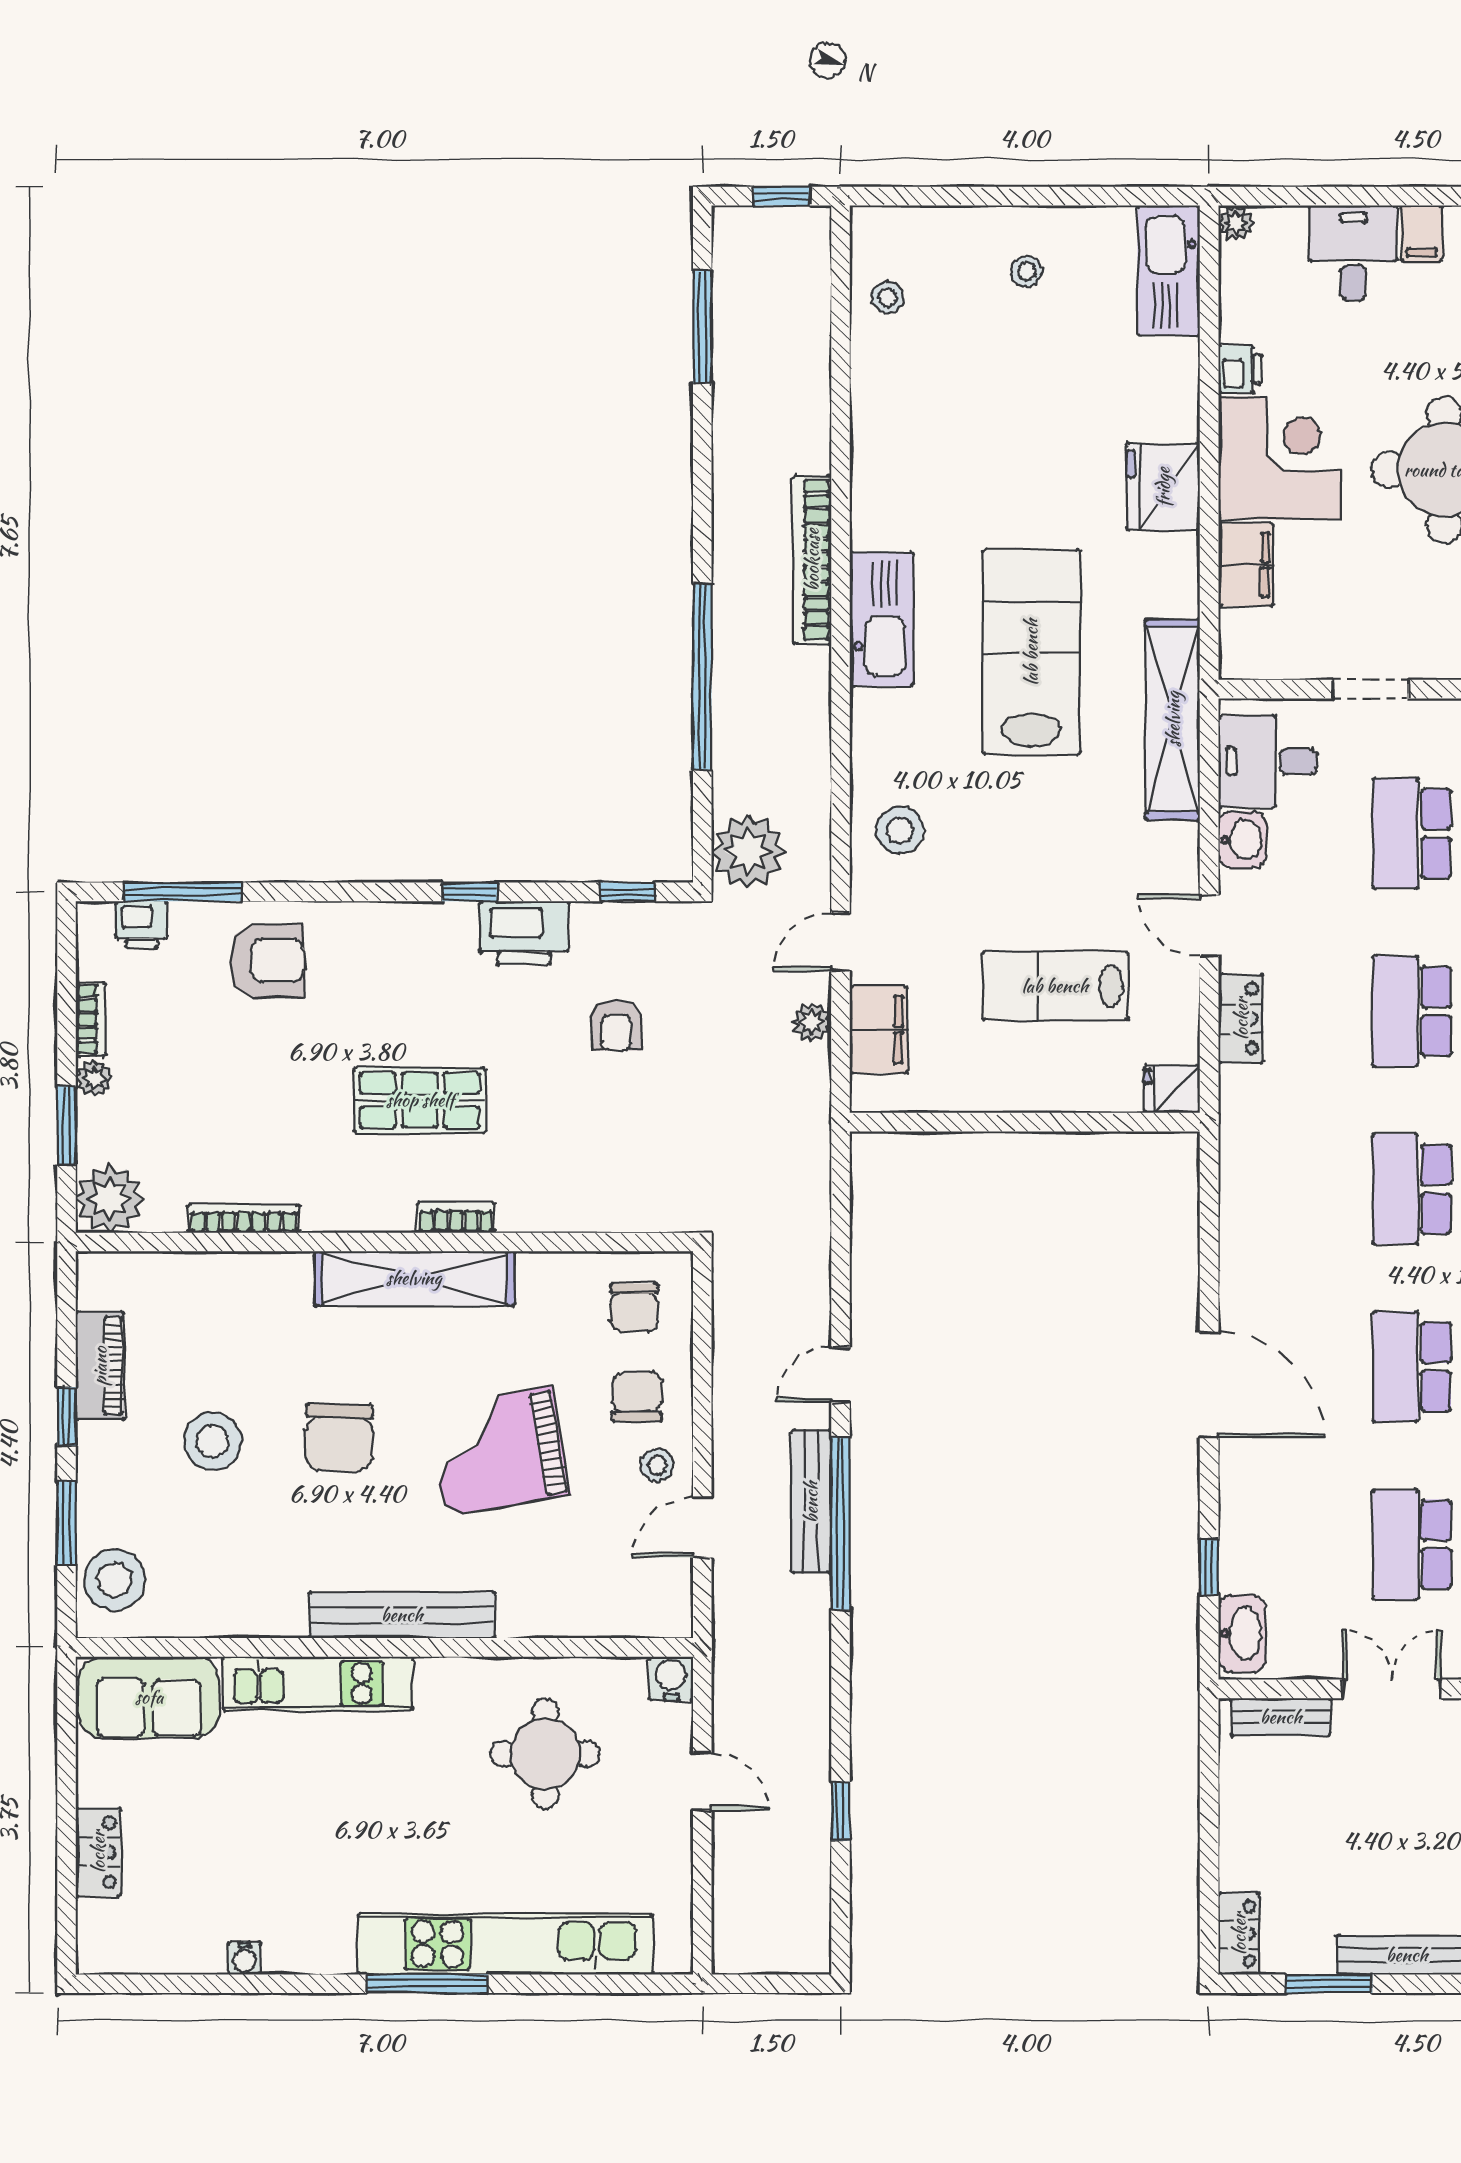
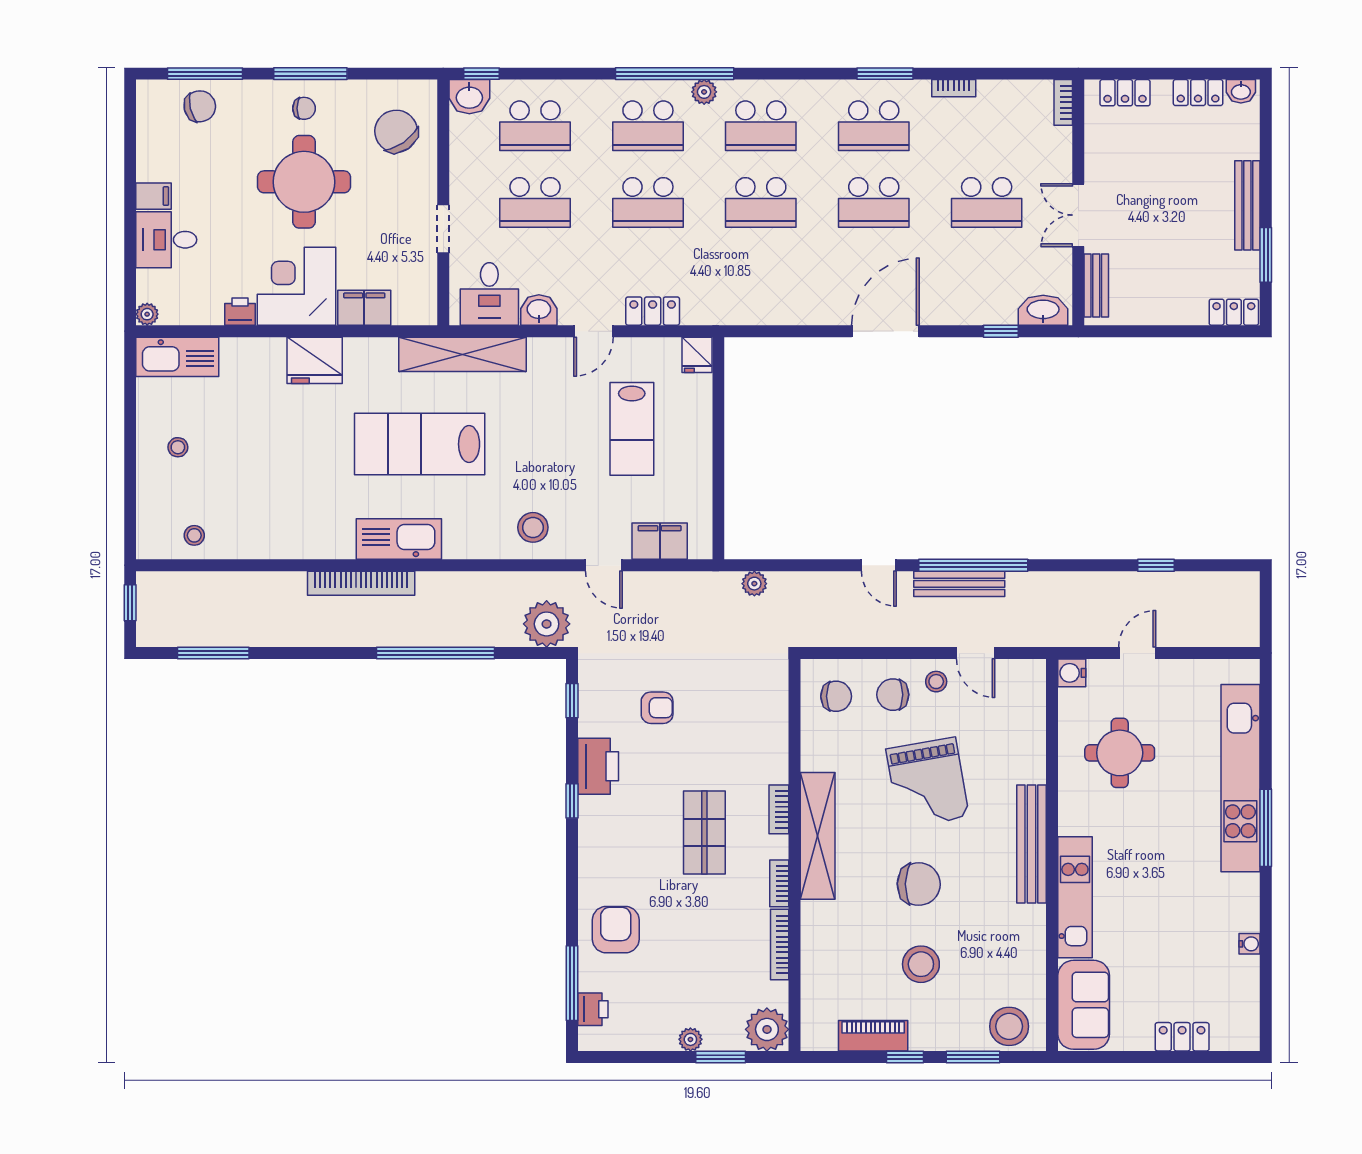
bookcase: (90, 1019) -> (779, 883), moved, turned -90
plant: (812, 1022) -> (754, 584), moved

